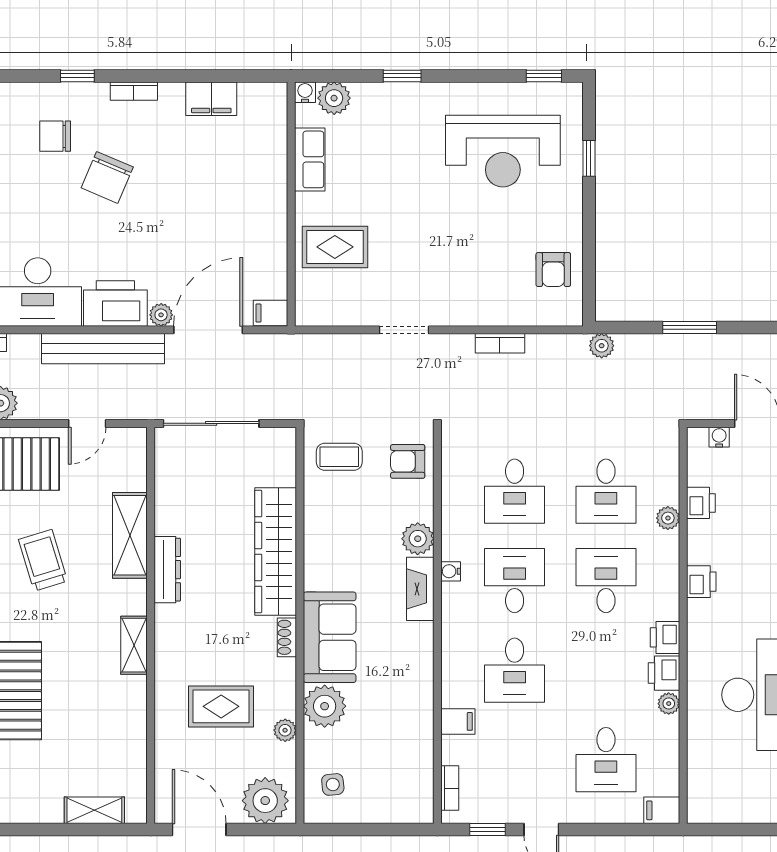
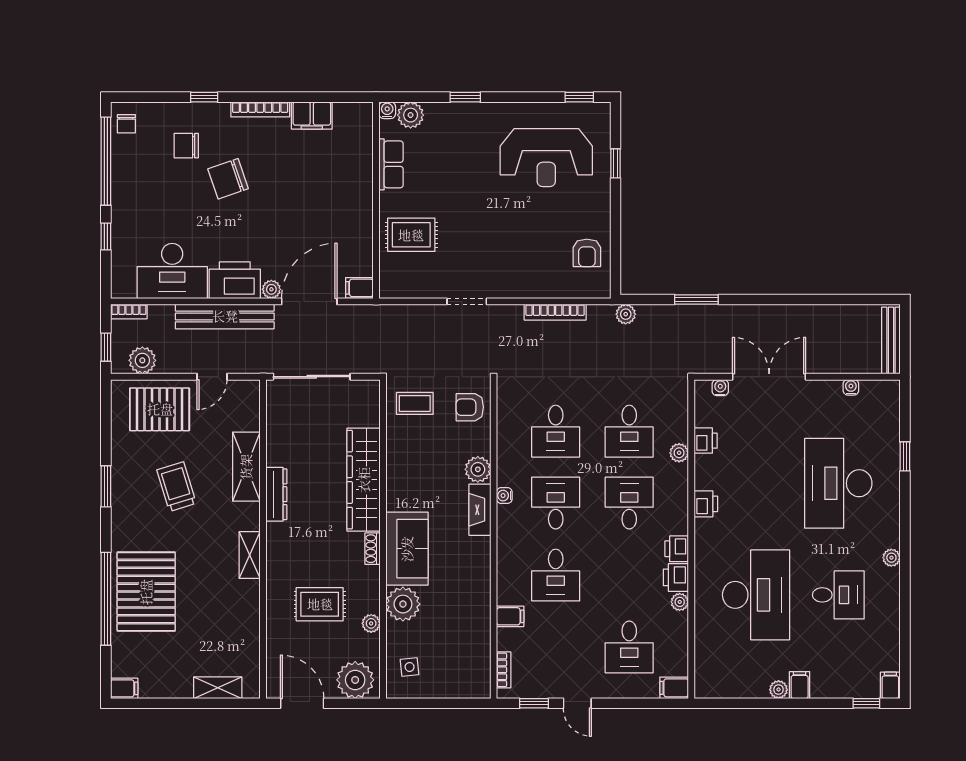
bookcase: (134, 91) -> (260, 109), width x1.56
chair: (107, 177) -> (228, 179), turned 48
bookcase: (500, 343) -> (555, 312), width x1.56

